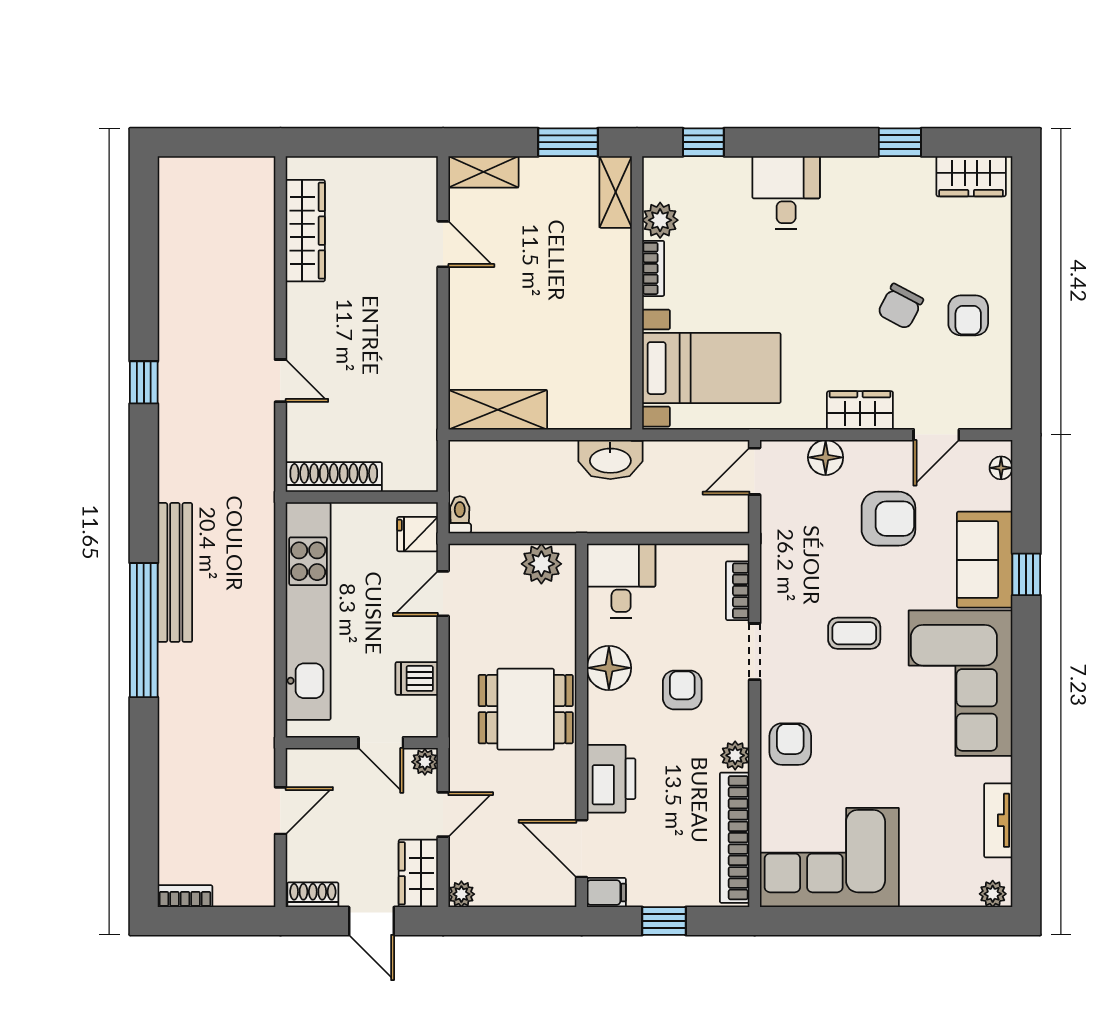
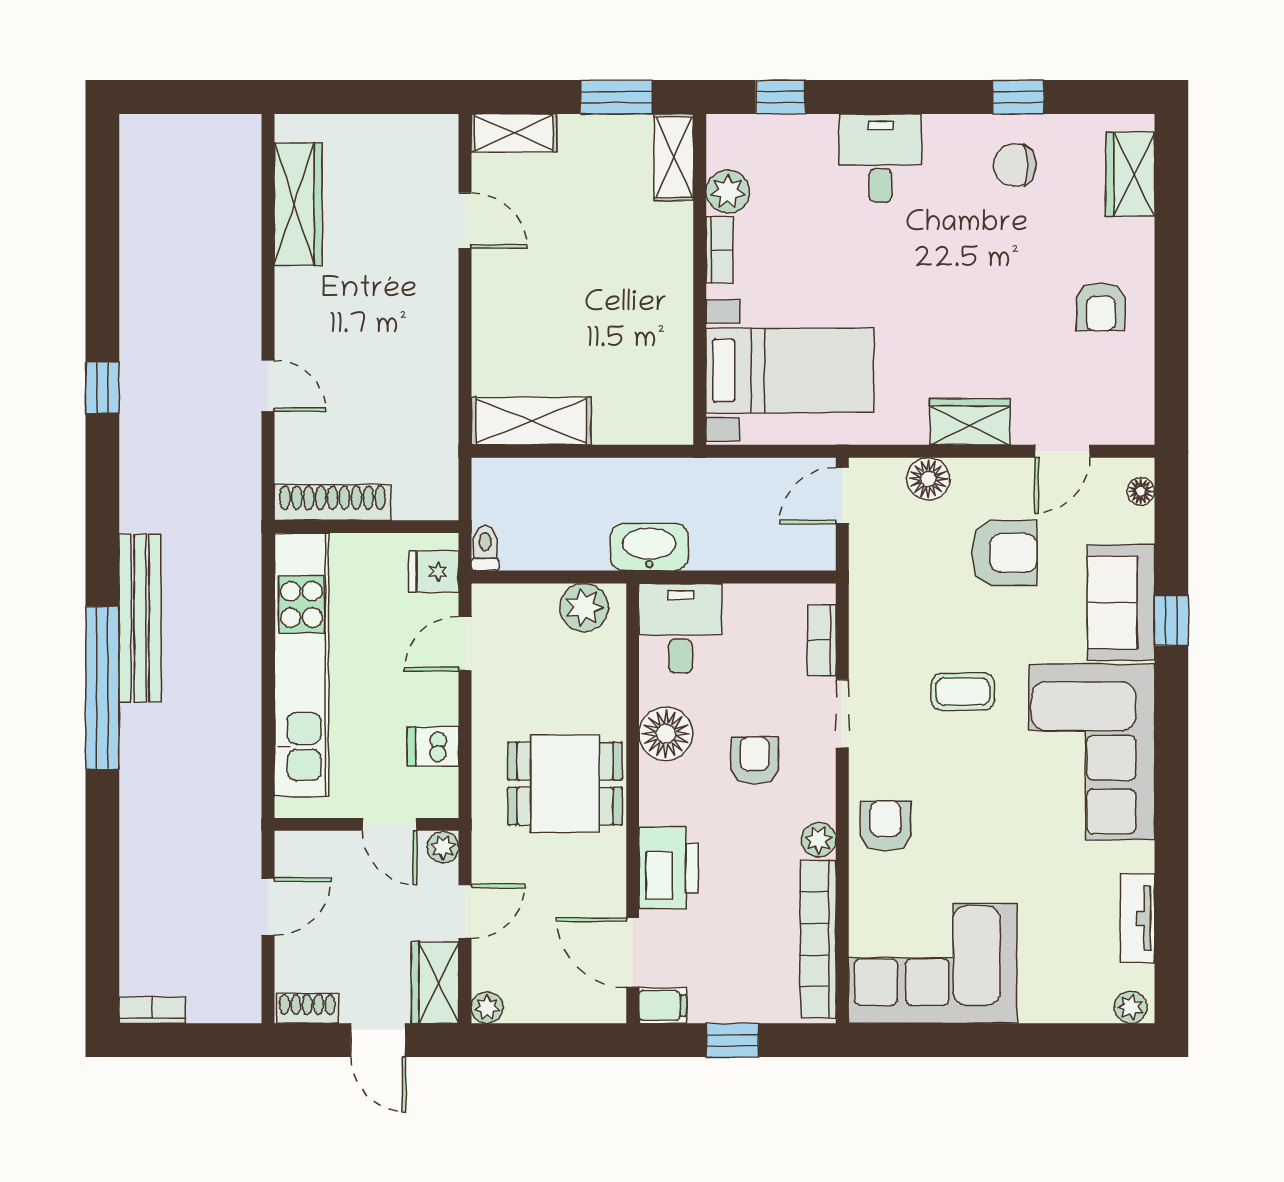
wardrobe: (971, 176) -> (1130, 174), moved, turned 90
chair: (900, 306) -> (1015, 165), moved, turned 62
washbasin: (610, 460) -> (649, 547), moved, turned 180

